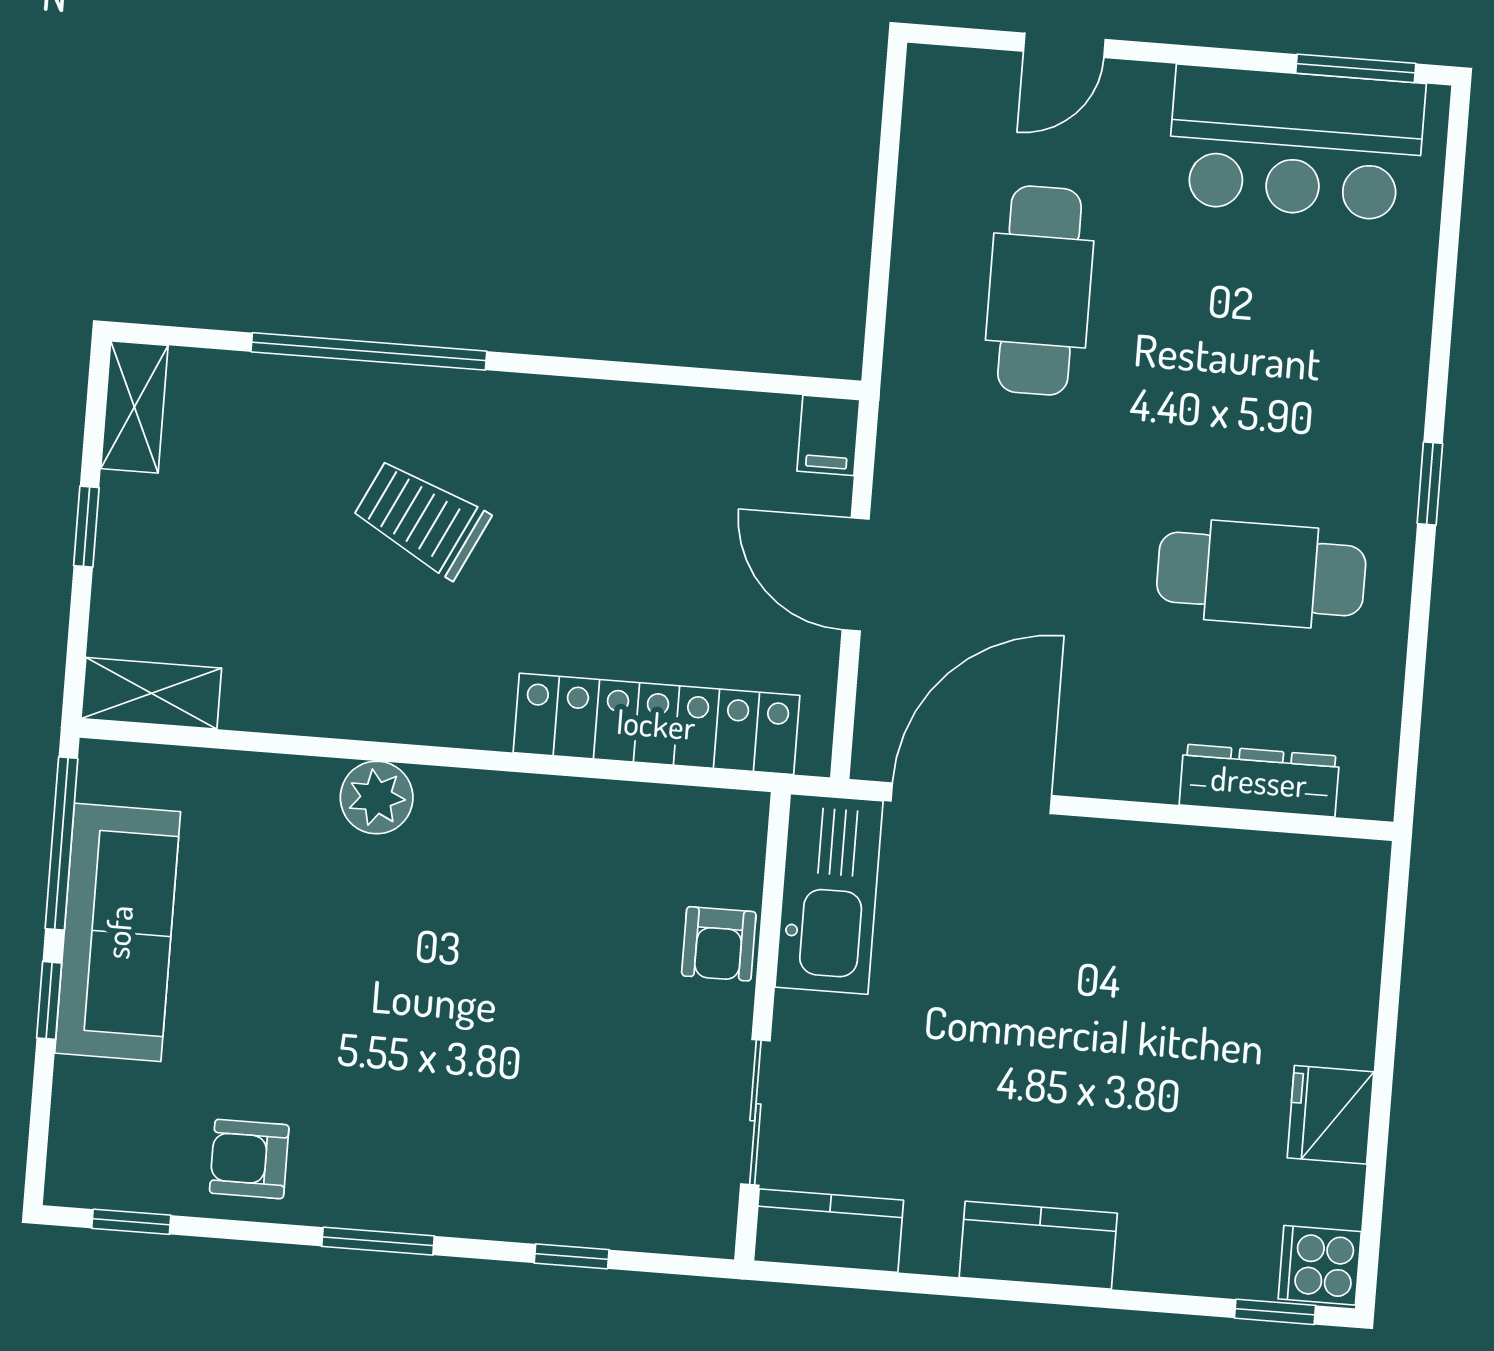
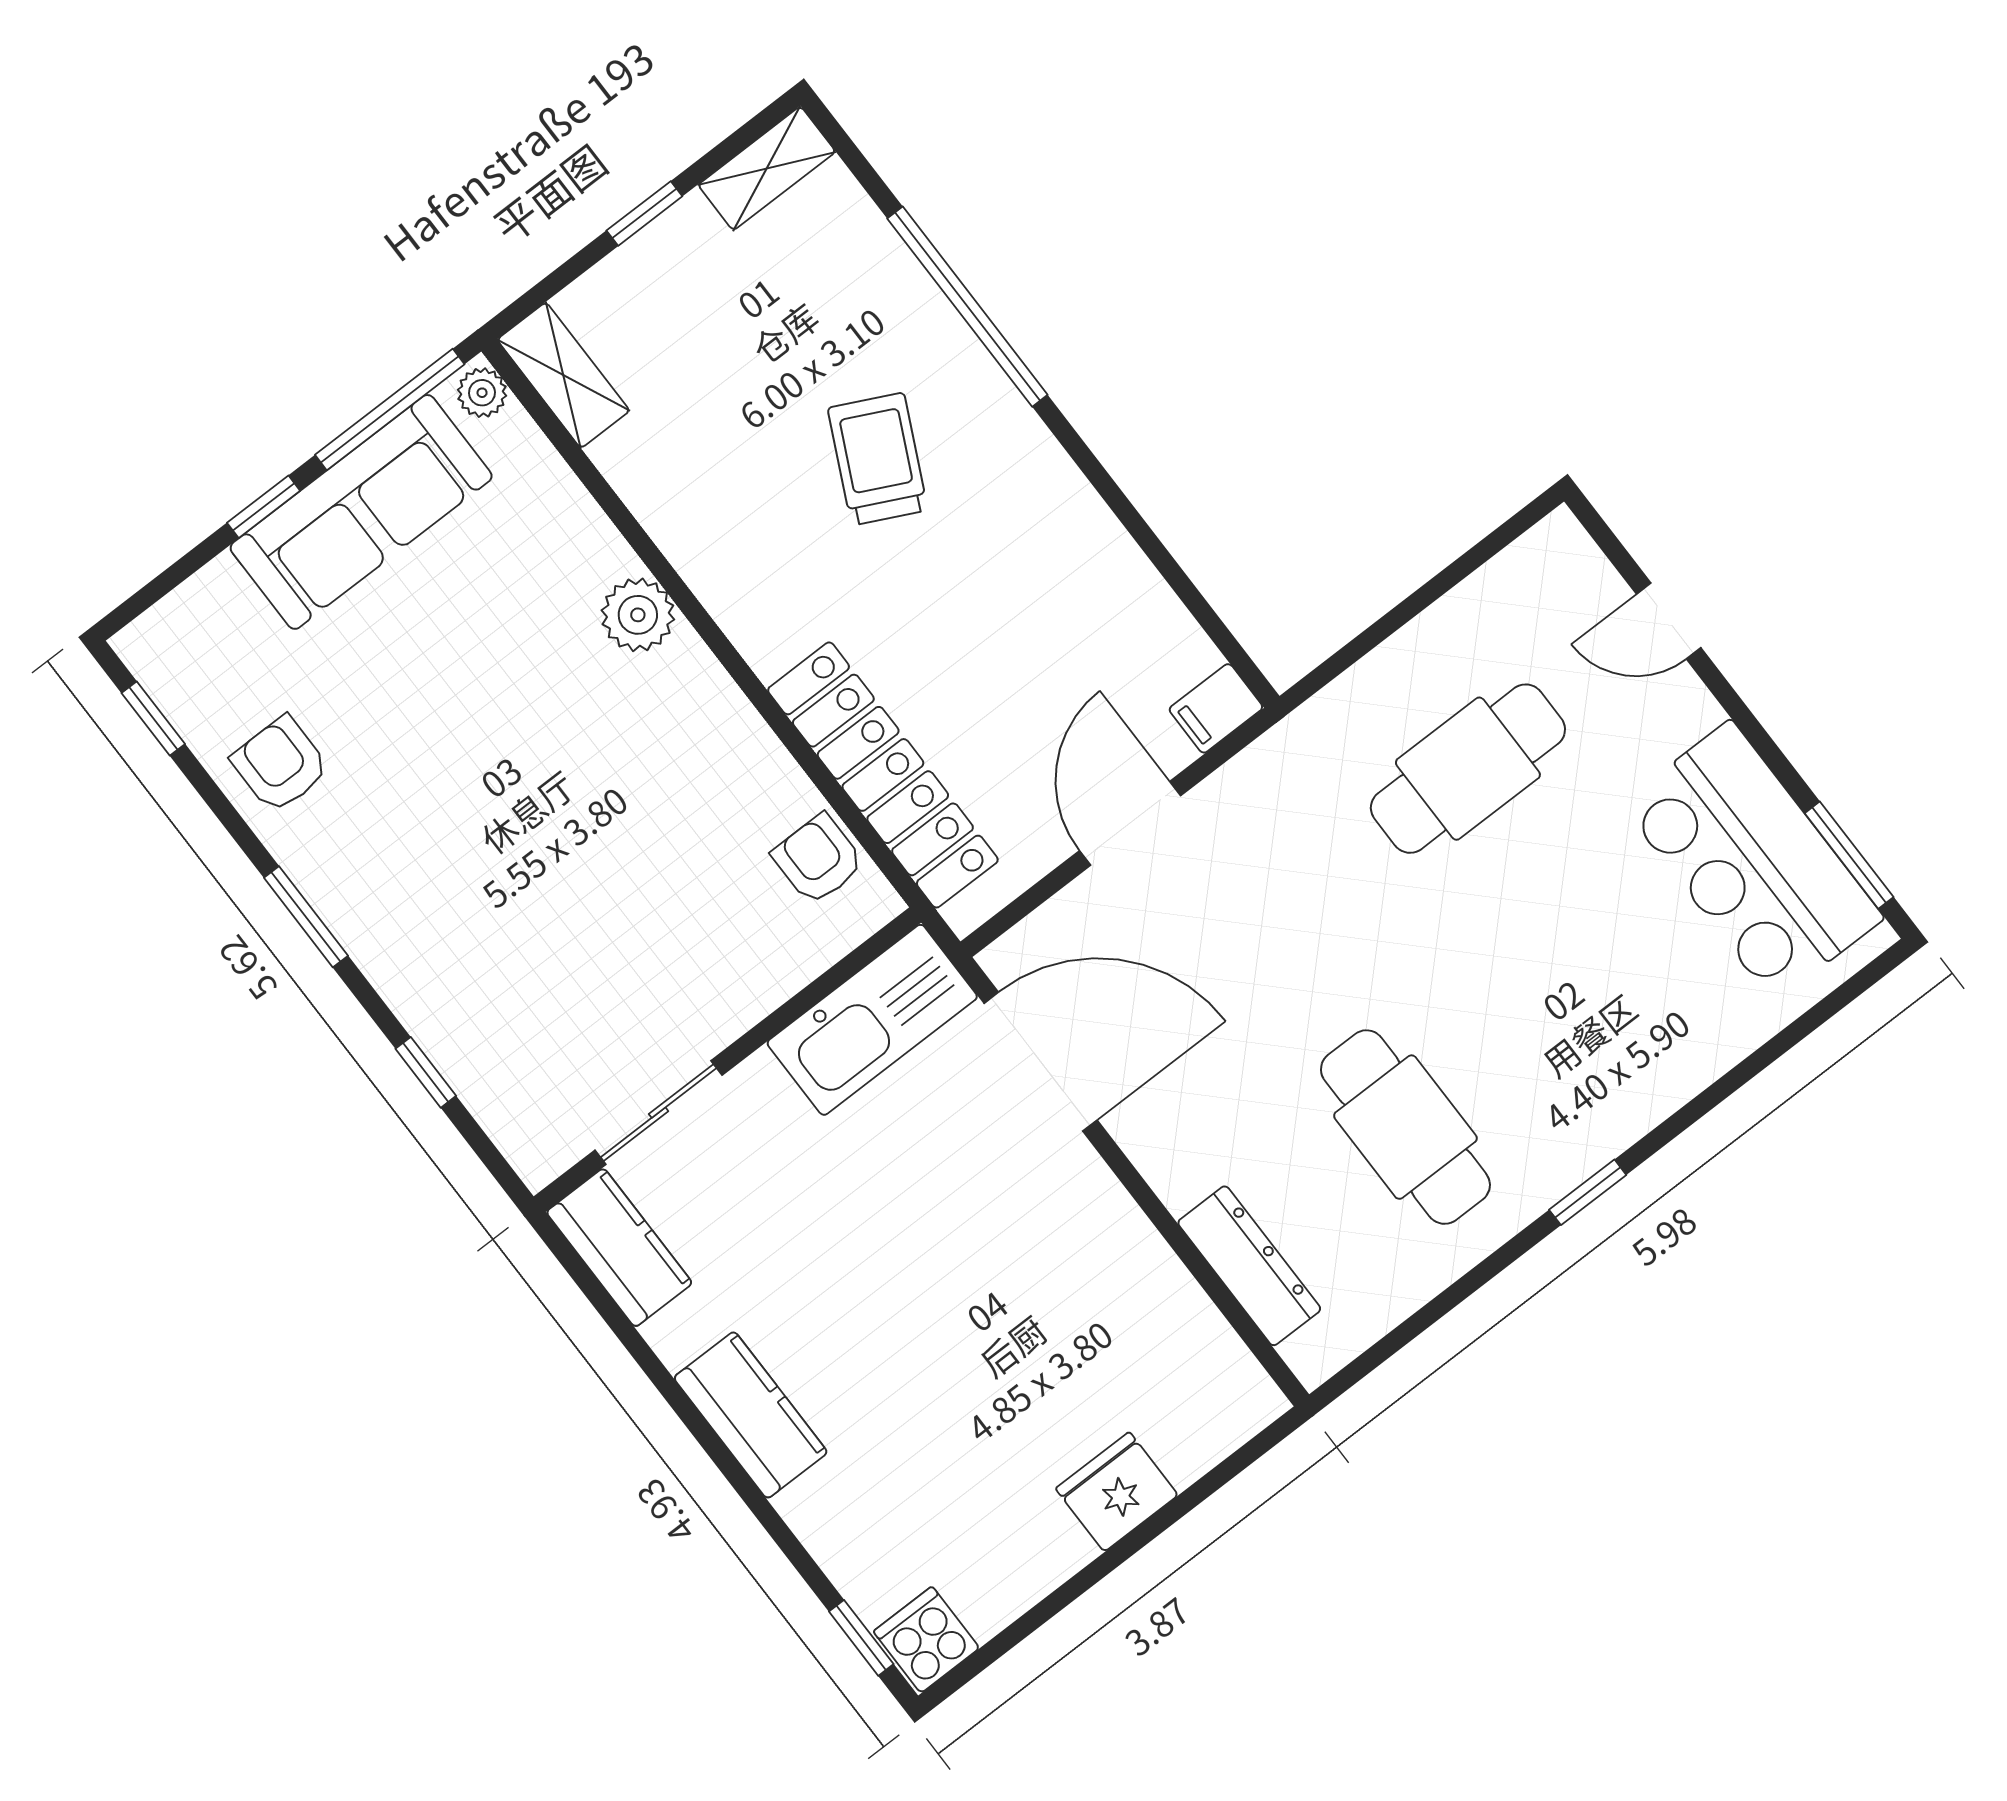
plant: (110, 765) -> (482, 393), added
armchair: (719, 944) -> (818, 859), moved, turned 90
fridge: (1330, 1115) -> (1117, 1492), moved

